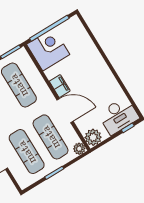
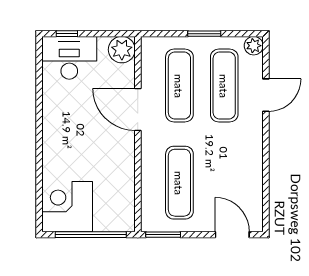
corner desk: (48, 49) -> (67, 207), moved, turned 90
filing cabinet: (60, 86) -> (125, 147), removed
plant: (79, 149) -> (254, 46), moved

